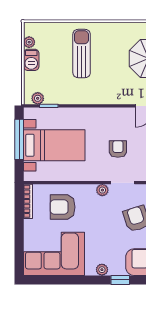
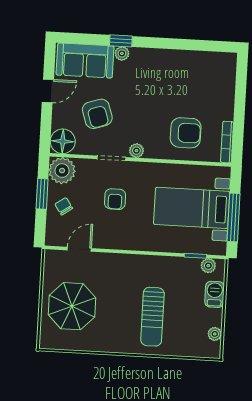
barbecue: (31, 60) -> (215, 294), moved
corner sofa: (54, 254) -> (199, 77), removed
plant: (102, 270) -> (122, 53), moved

